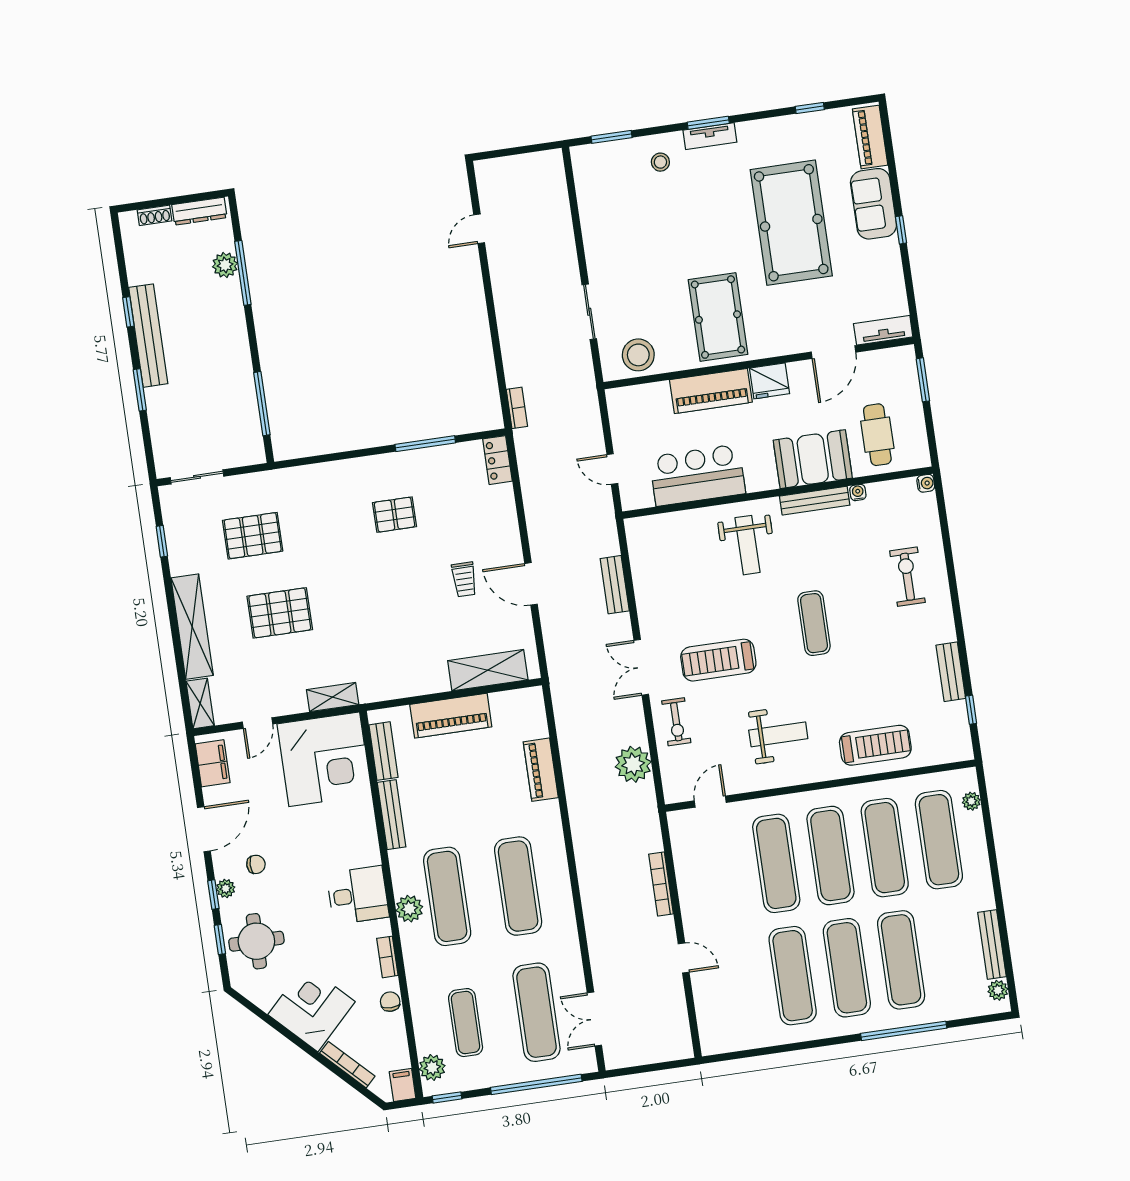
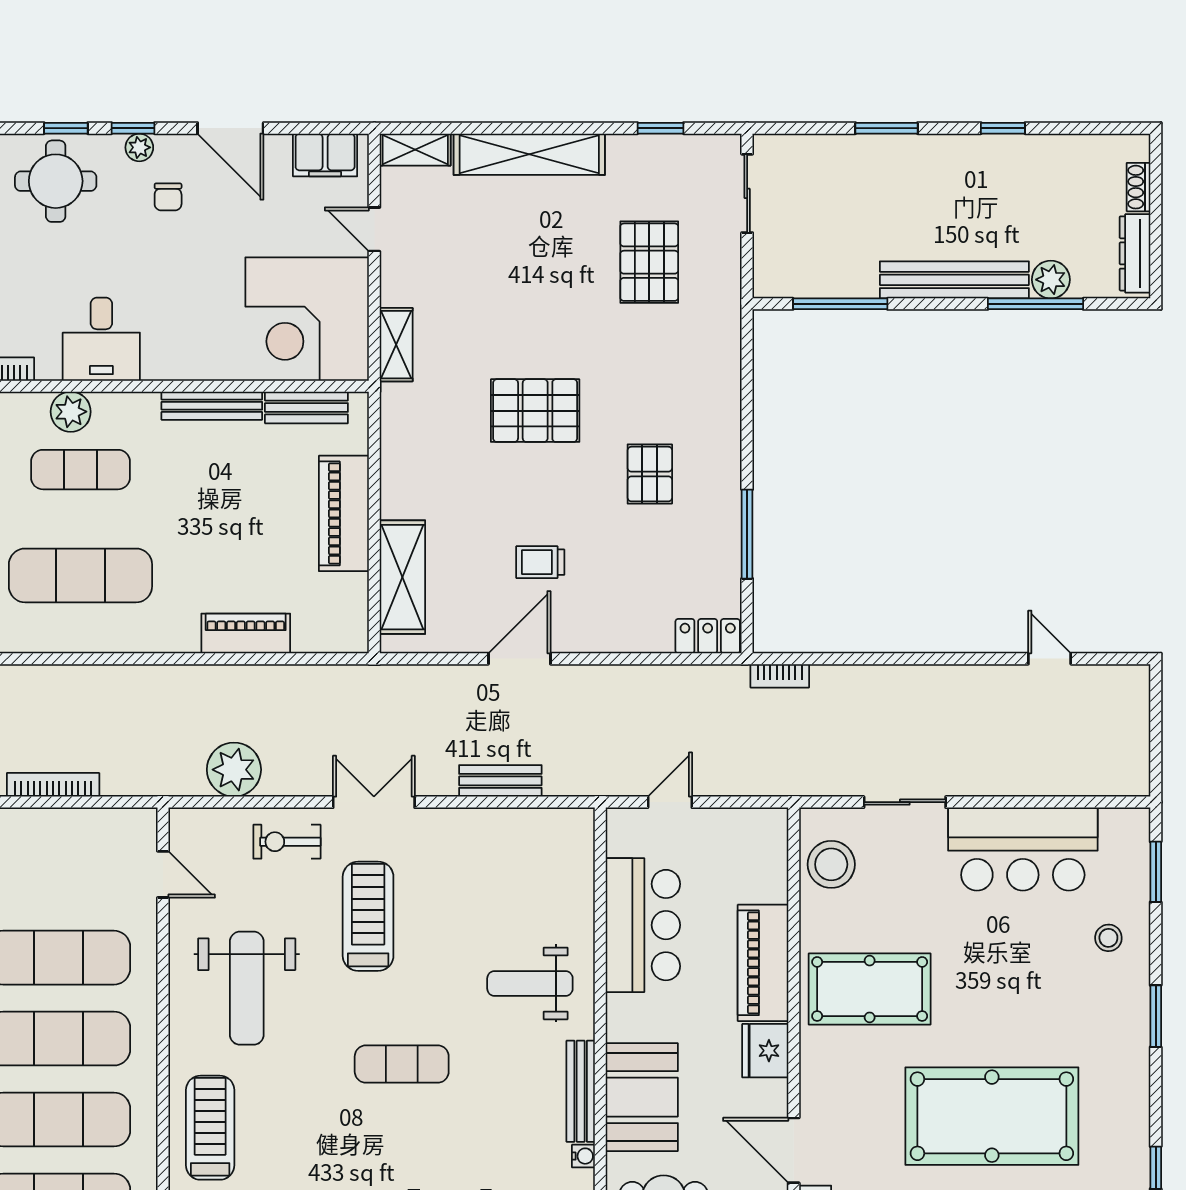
tv unit: (710, 136) -> (1136, 1016), removed
bar counter: (609, 228) -> (1023, 849), added
bench: (148, 336) -> (954, 280), moved
pallet: (280, 613) -> (535, 411), moved, turned 90
weight bench: (778, 734) -> (247, 988), width x1.36, depth x1.33
treadmill: (875, 745) -> (210, 1128), turned 180
exercise mat: (447, 896) -> (80, 470), width x0.73, depth x0.69

